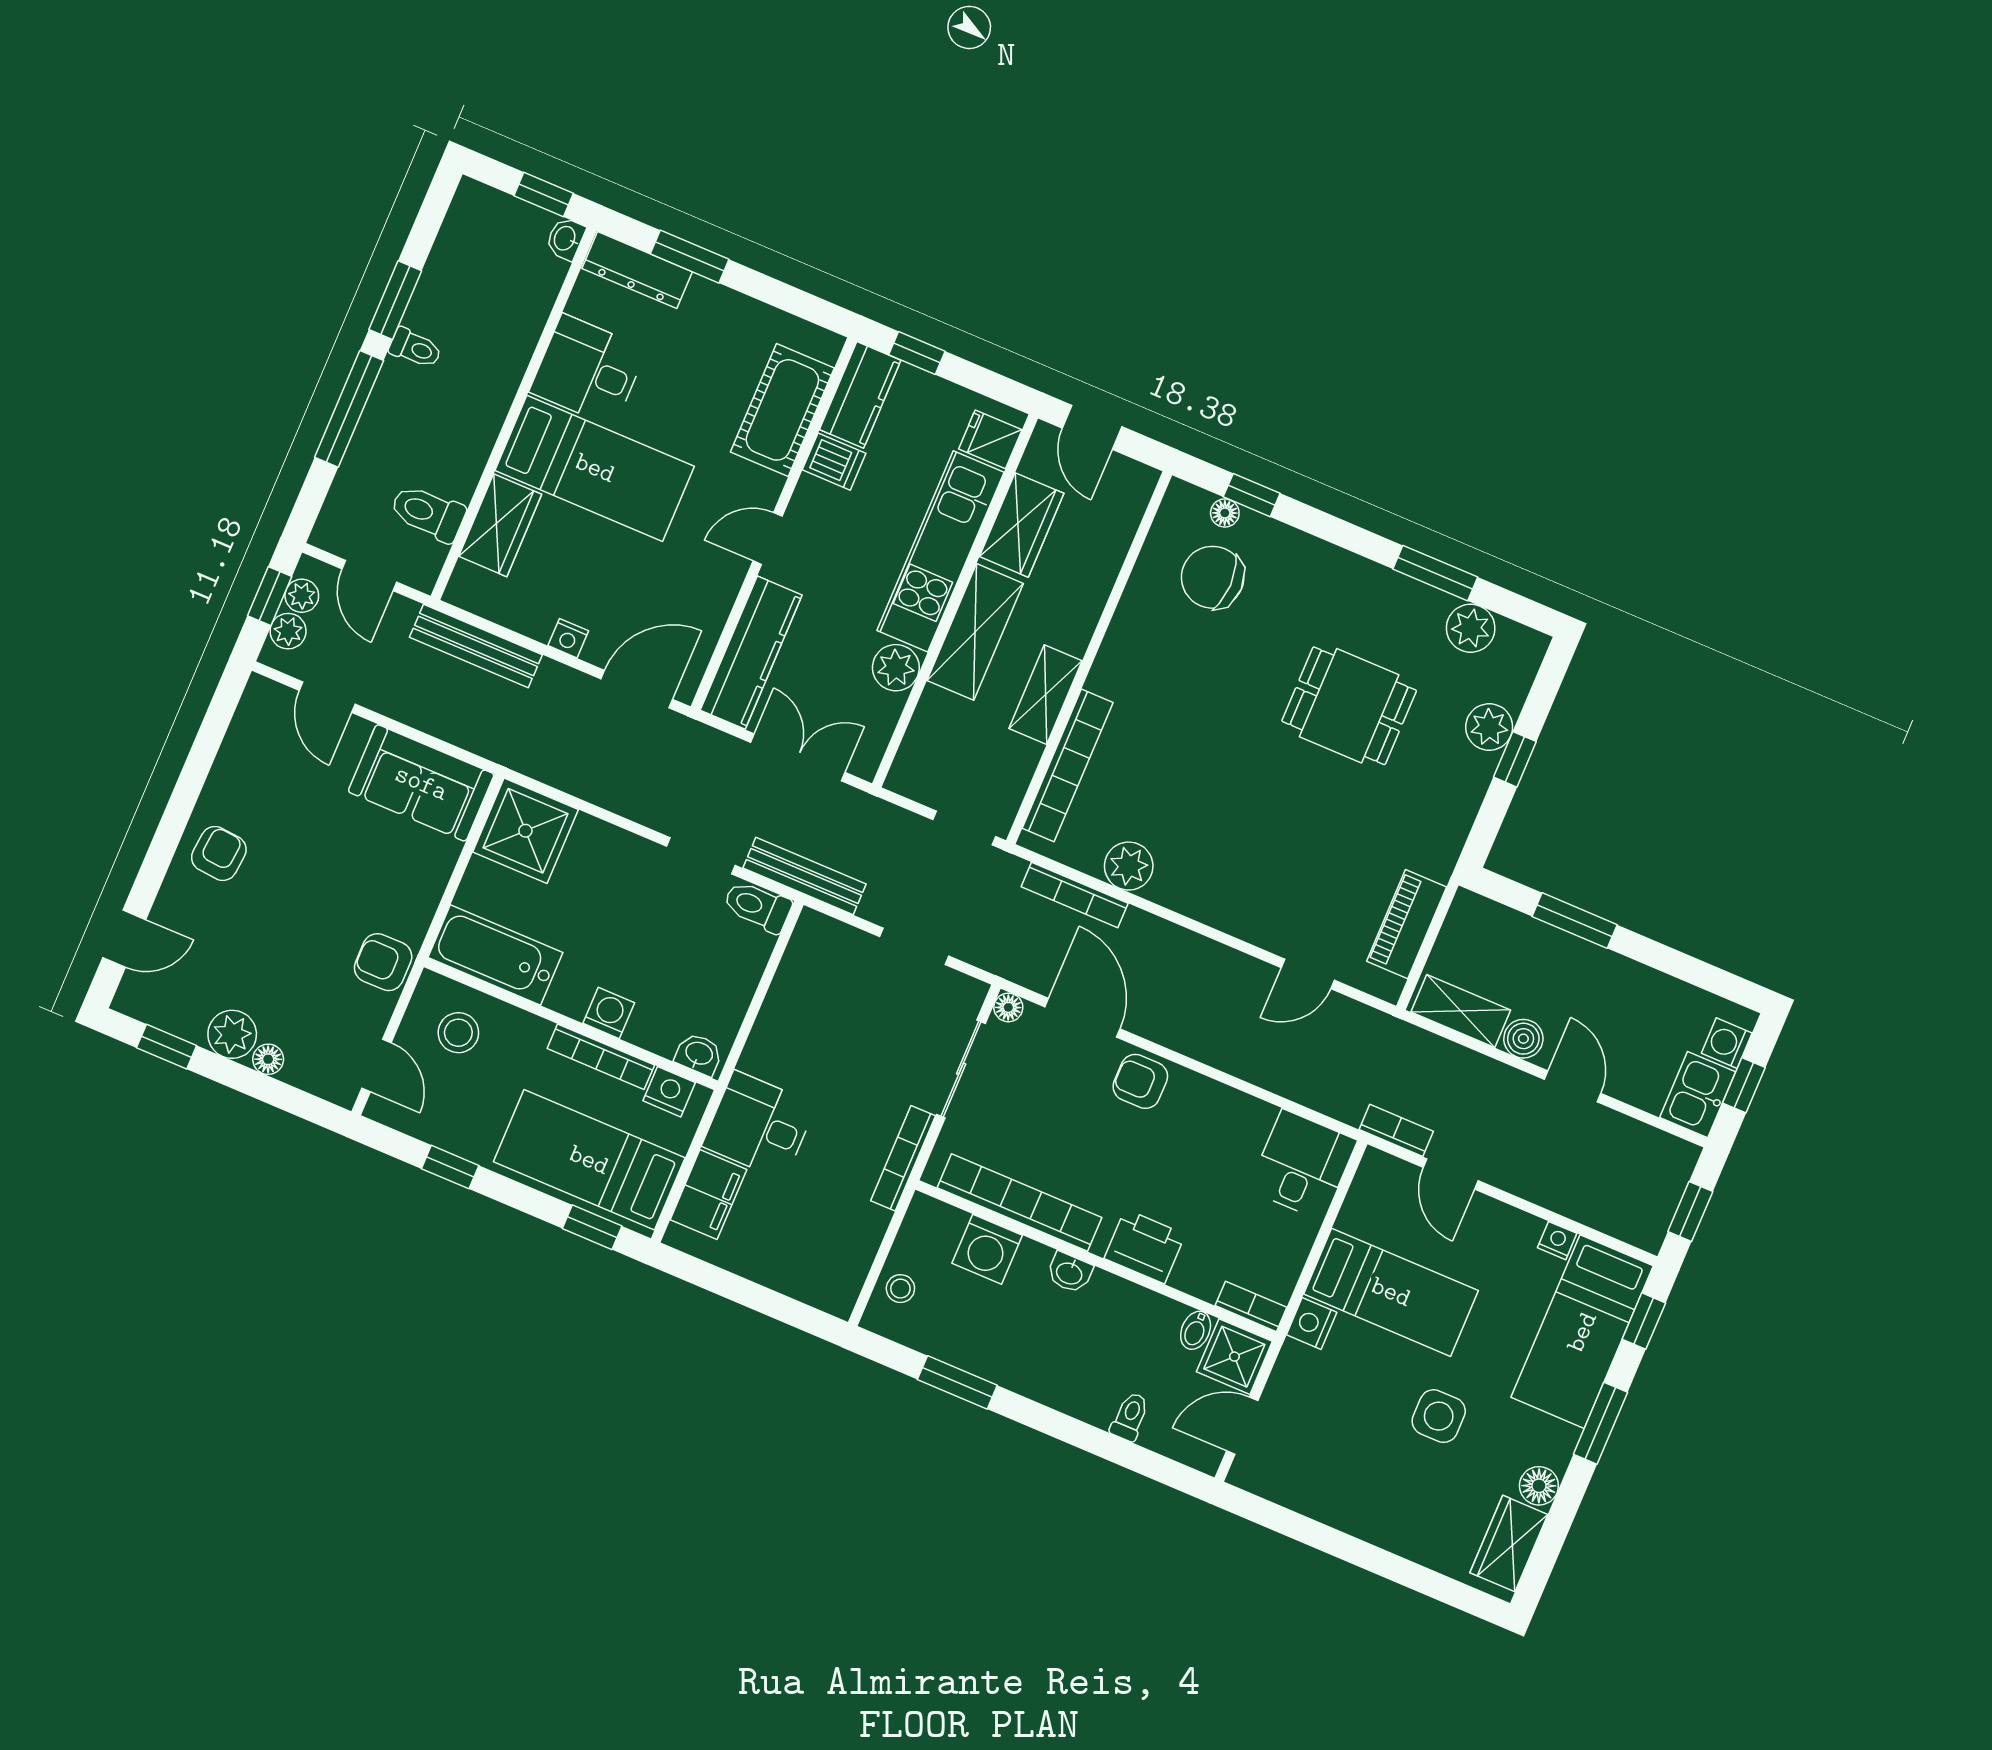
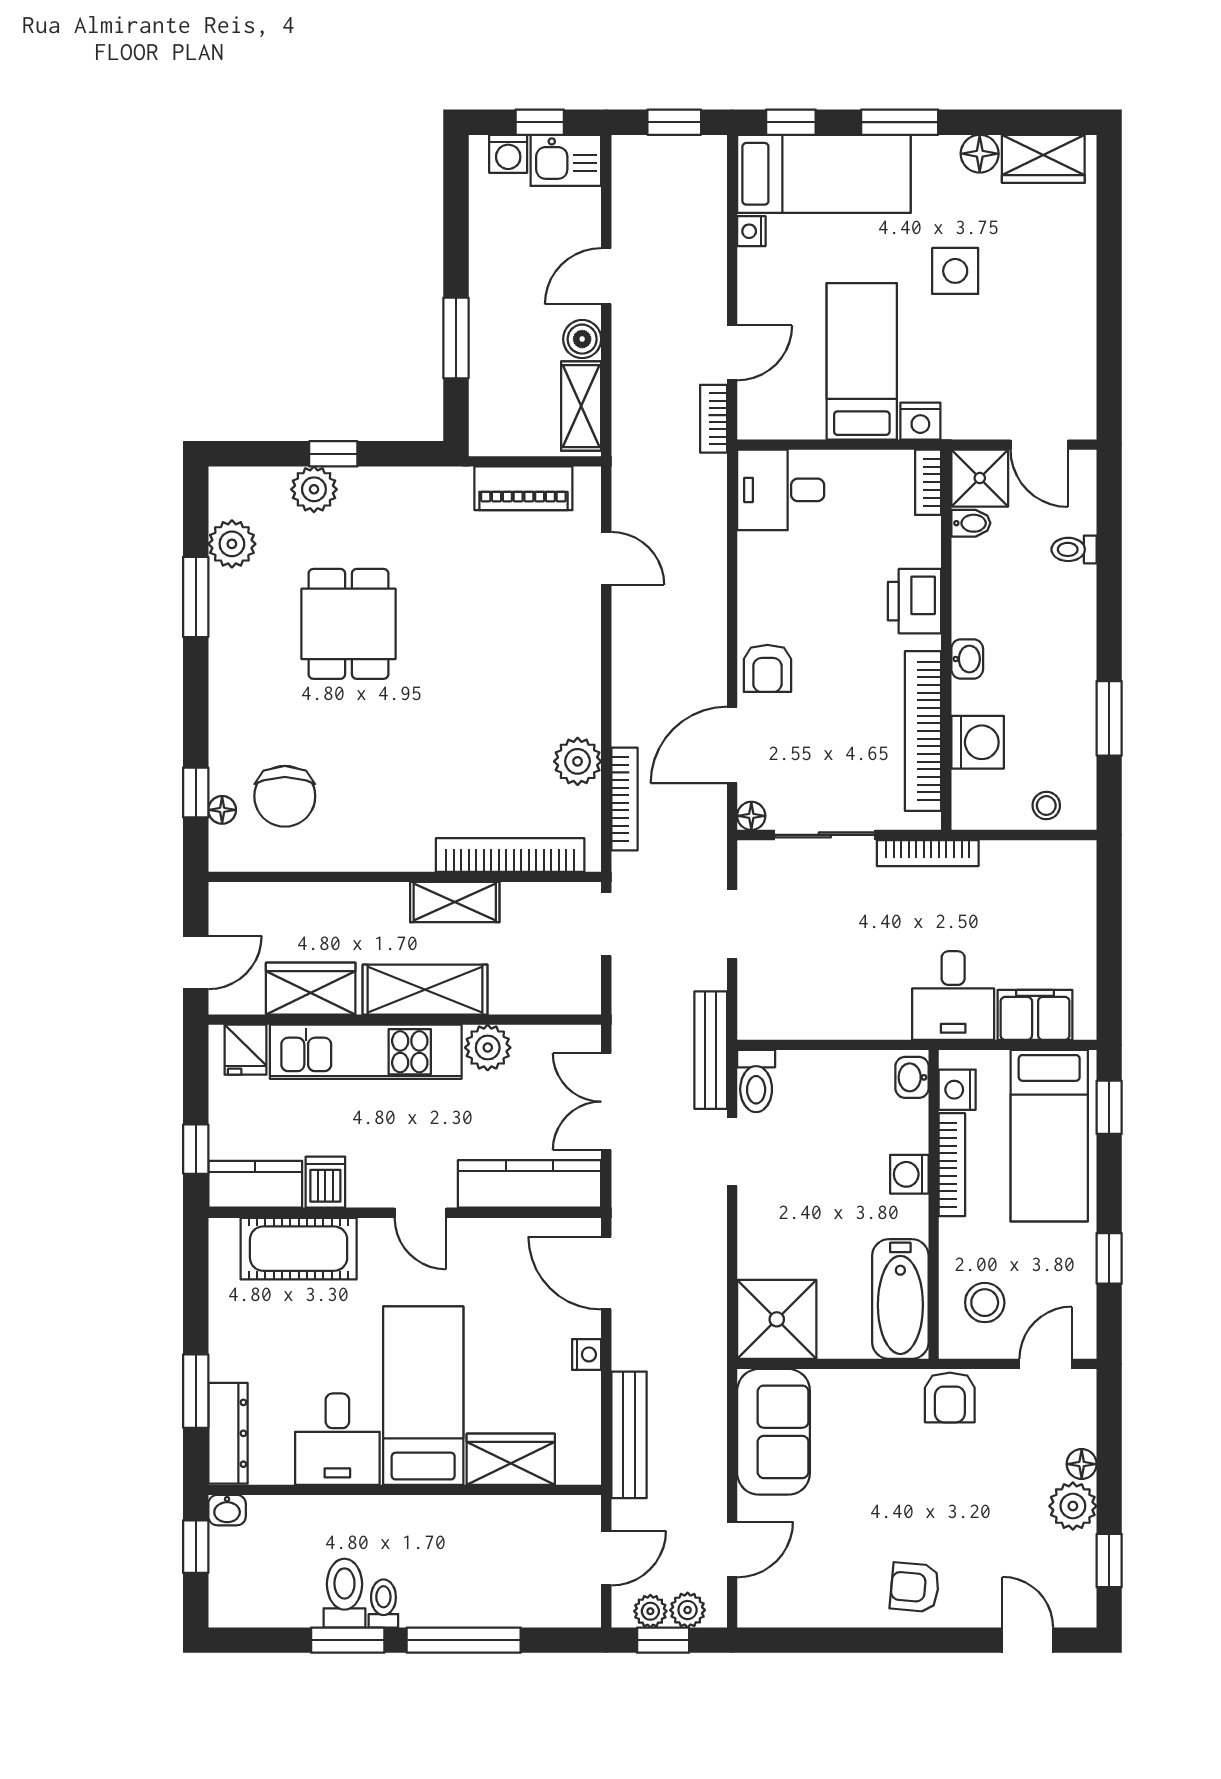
toilet: (428, 513) -> (344, 1593), moved, turned 180

